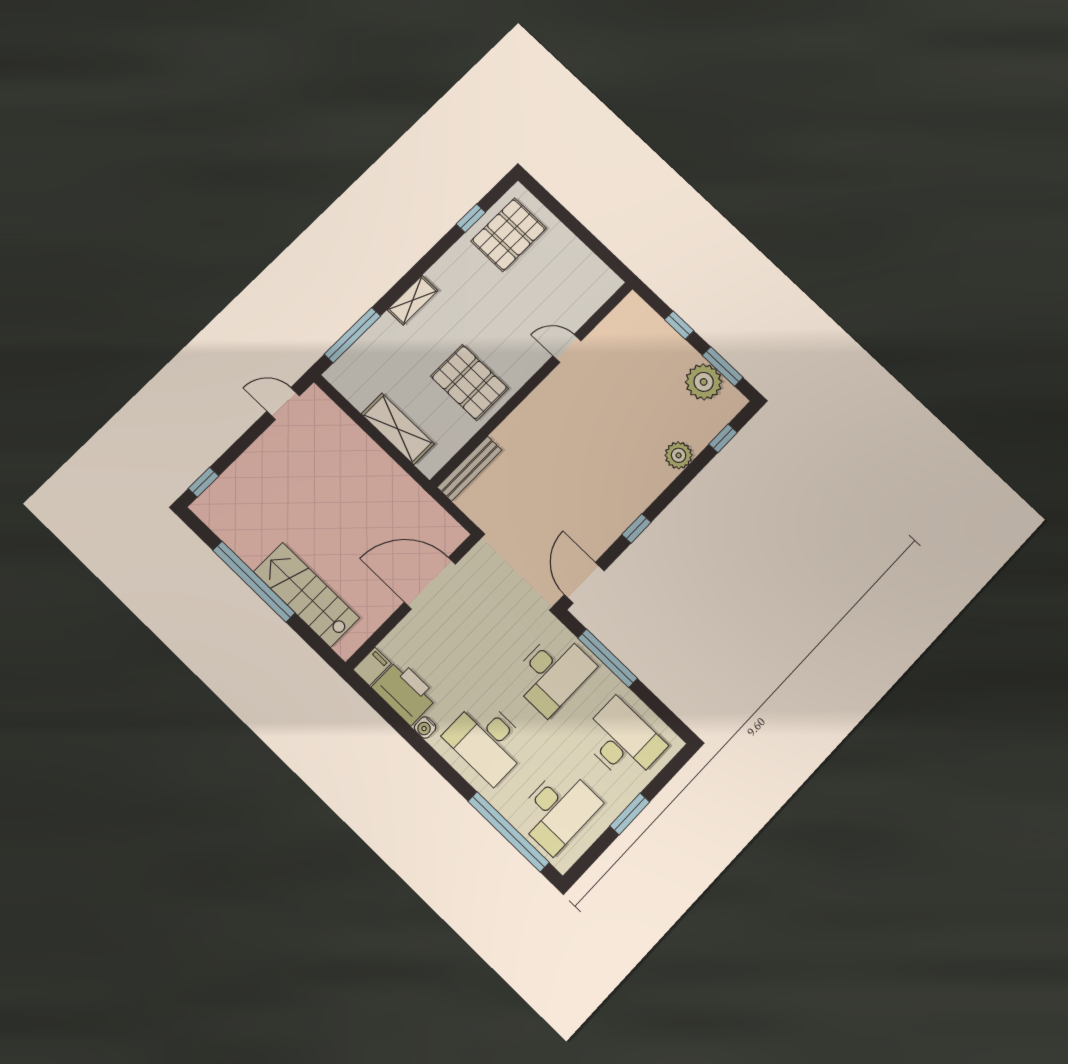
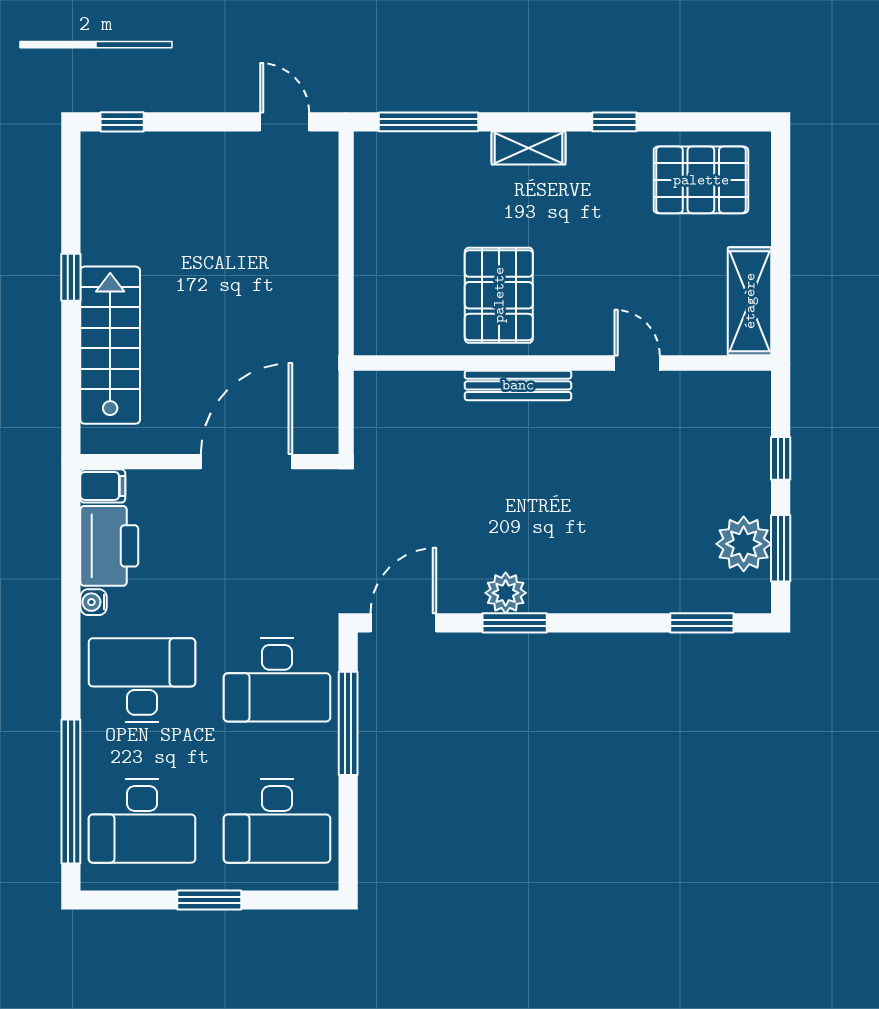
window: (471, 218) -> (614, 122), moved
shelving: (398, 429) -> (750, 301), moved
window: (723, 438) -> (702, 623), width x1.50
plant: (679, 455) -> (506, 593), moved
bench: (470, 469) -> (518, 385), moved
window: (636, 528) -> (515, 623), width x1.50
window: (254, 582) -> (71, 277), width x0.32
door: (430, 583) -> (246, 462), hinge flipped
desk: (487, 741) -> (142, 680), turned 90
desk: (622, 741) -> (277, 821), turned 90

